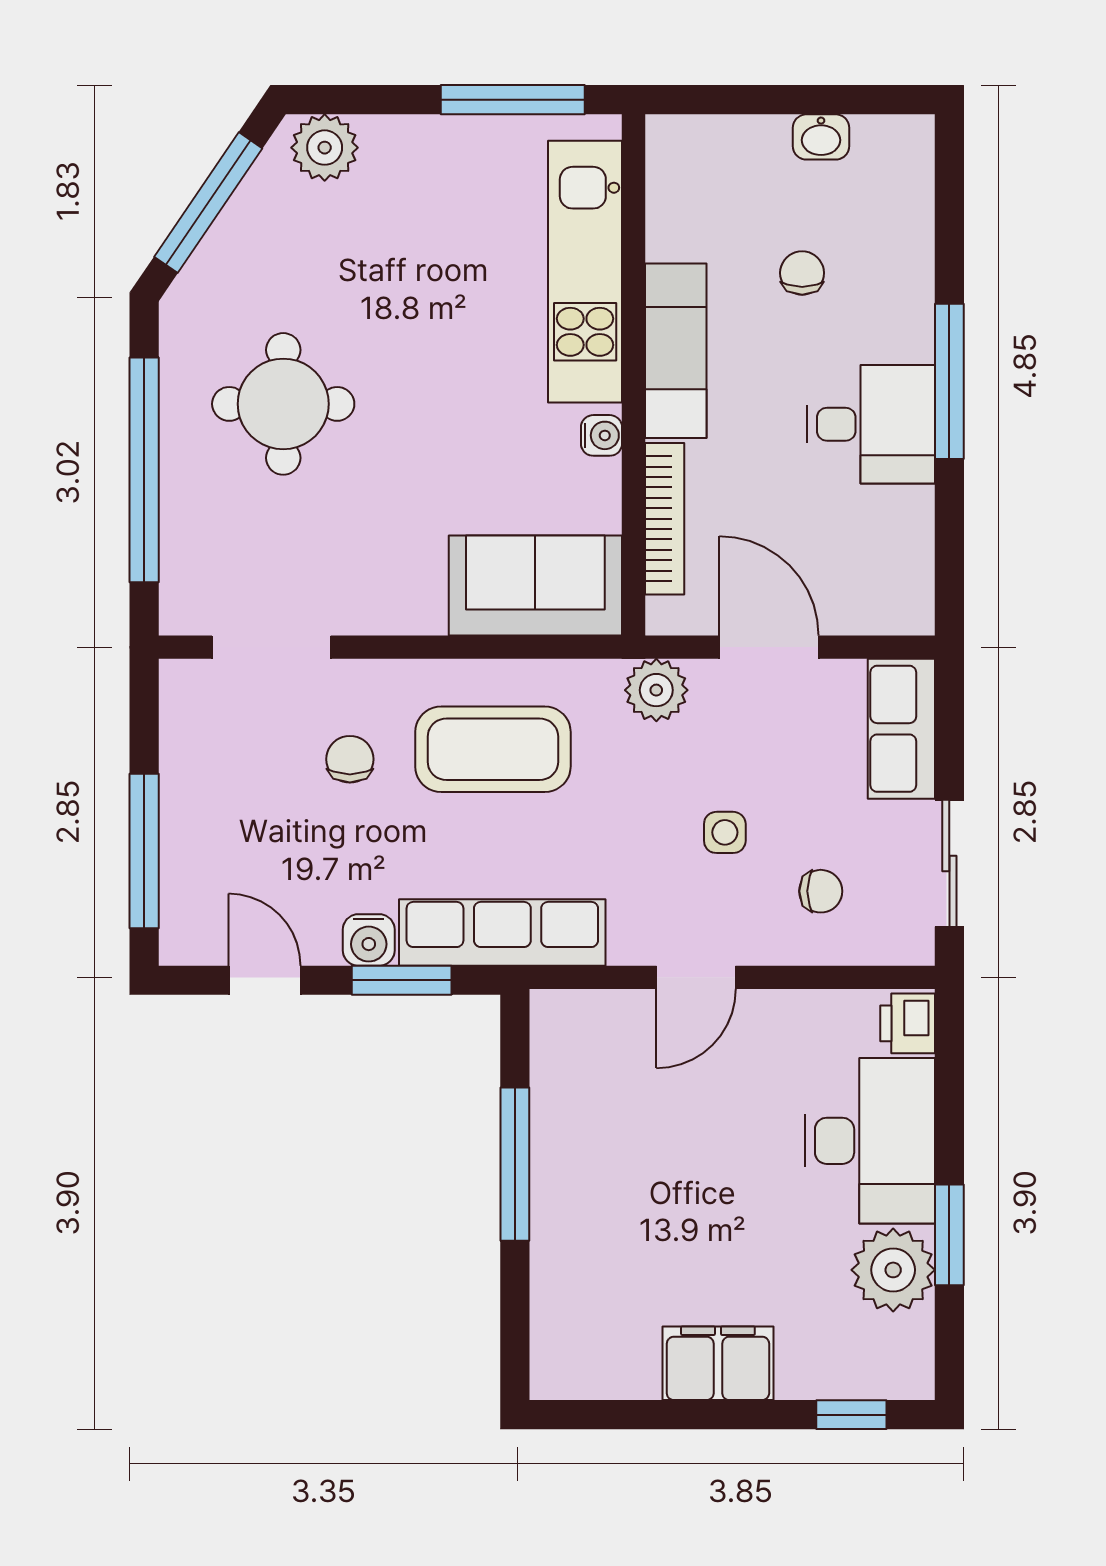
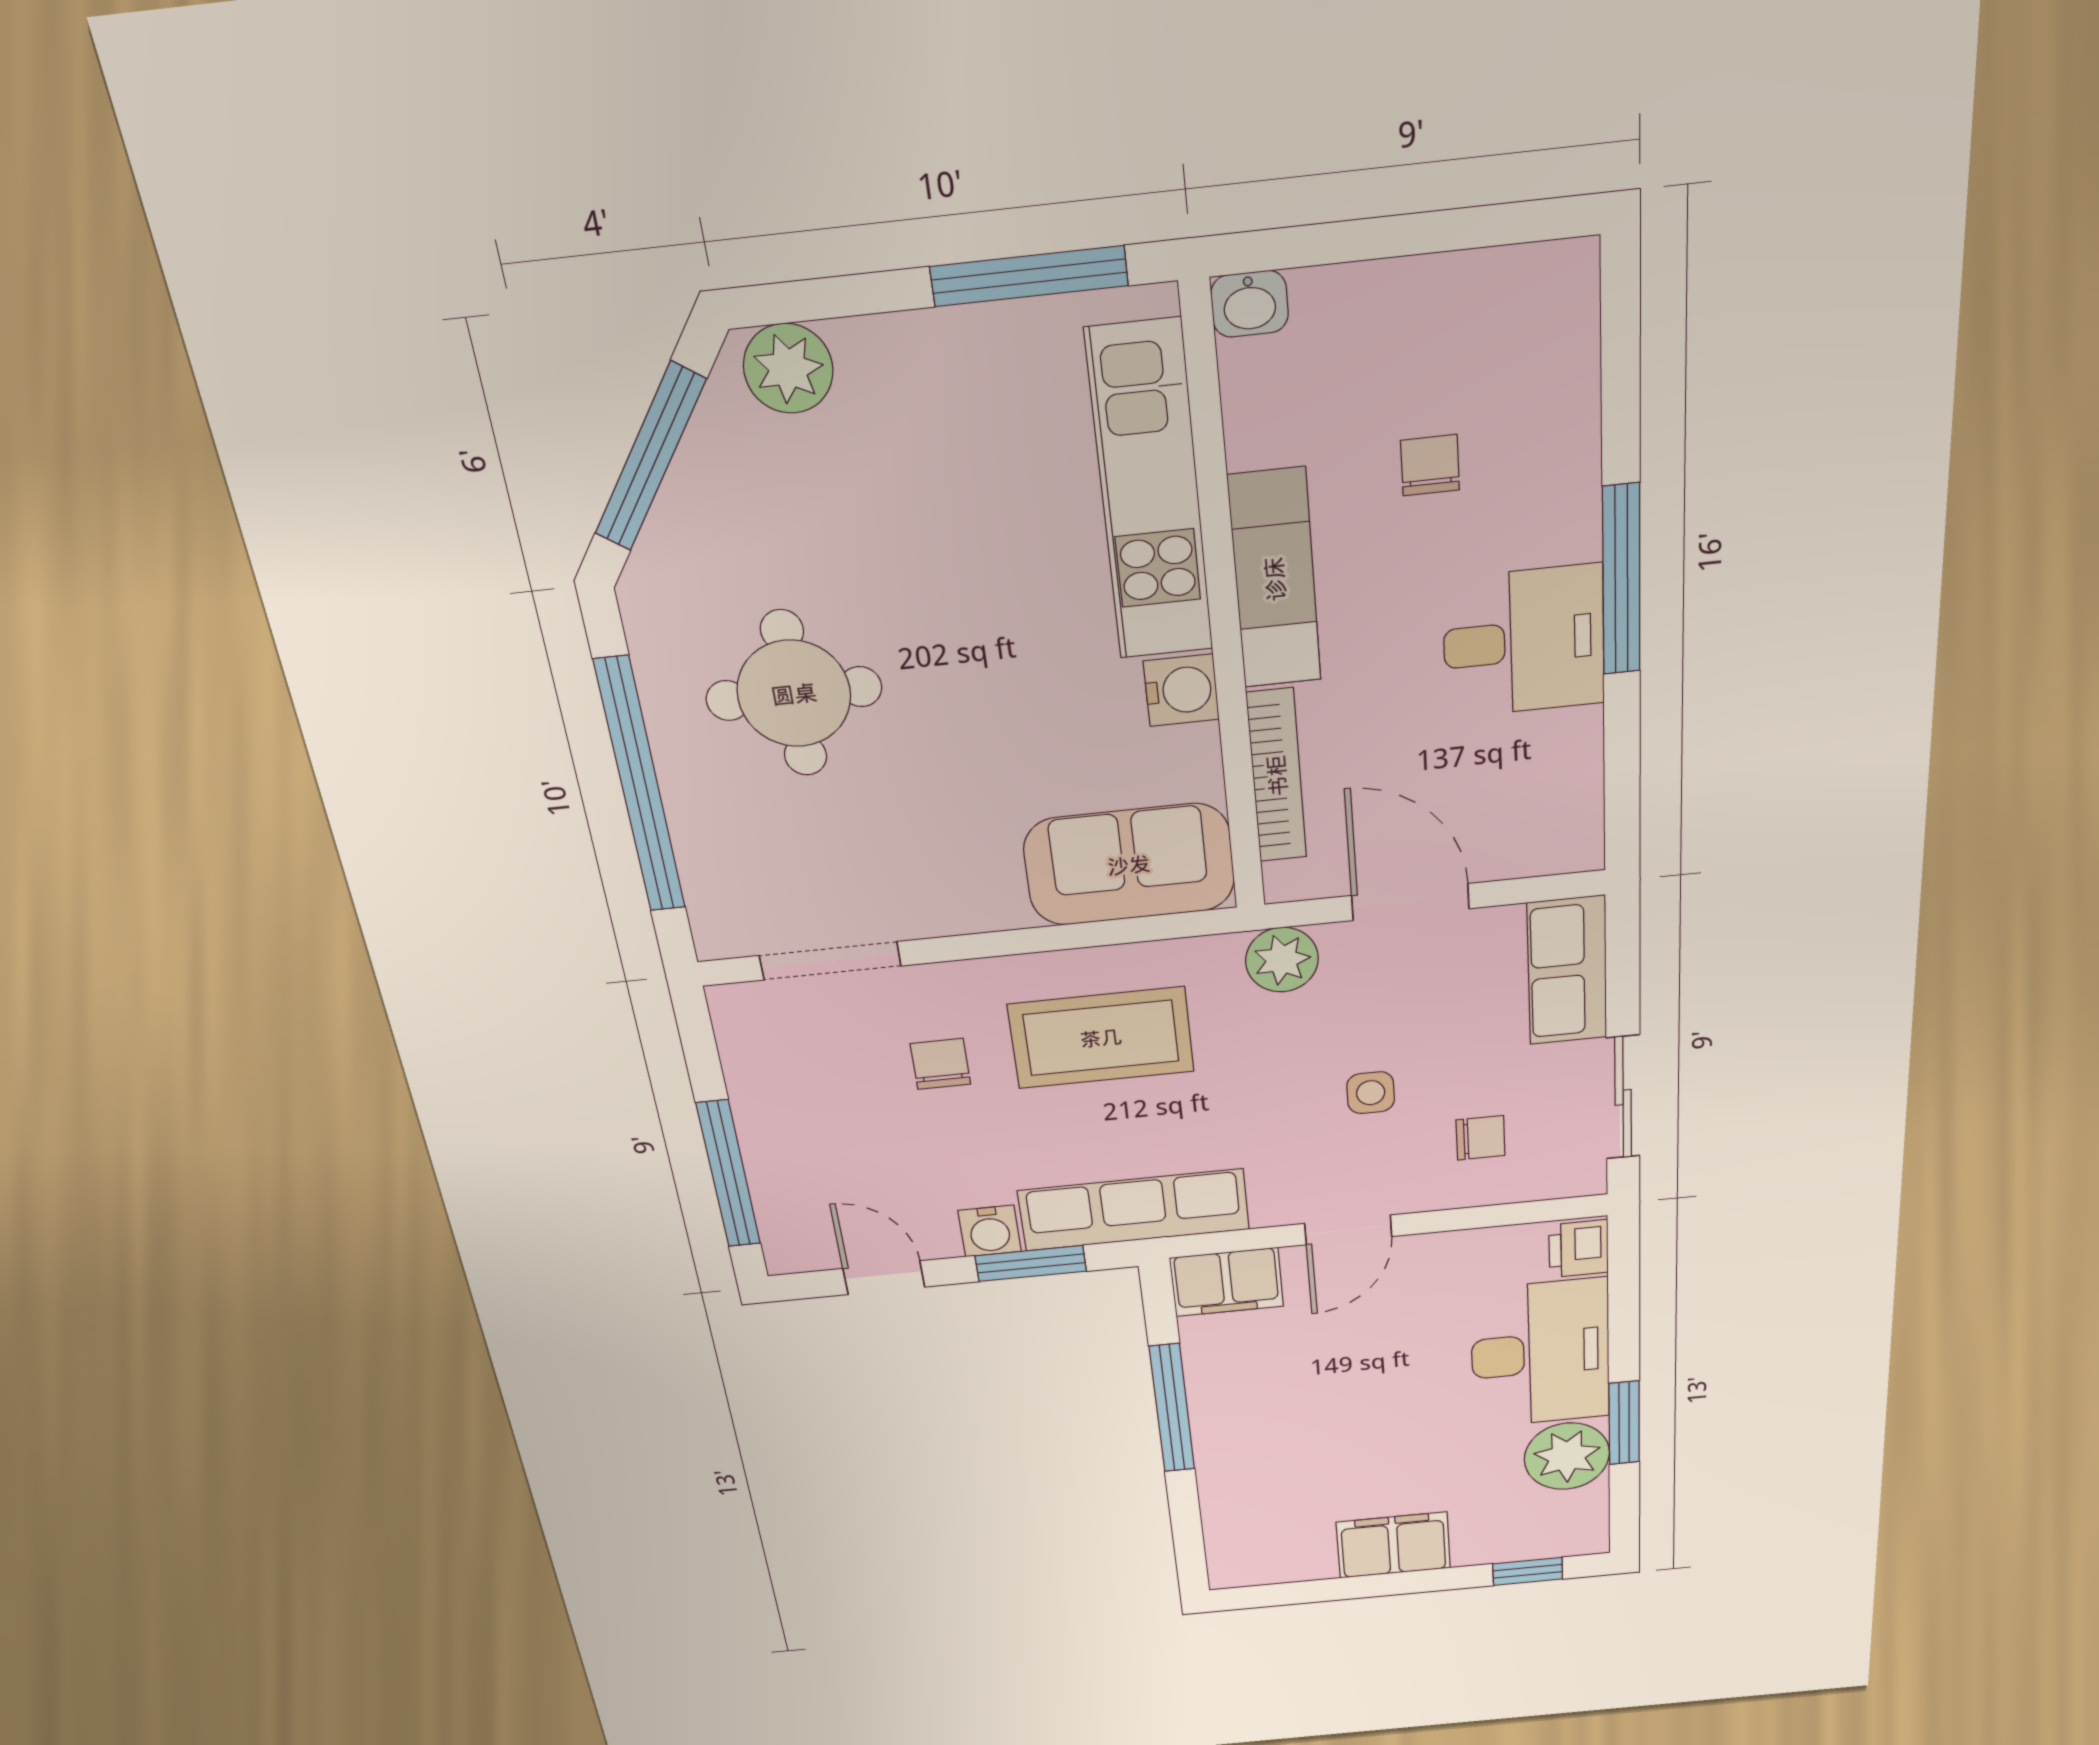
washbasin: (821, 137) -> (1250, 304), moved
water cooler: (602, 435) -> (1181, 690), width x1.38, depth x1.38
filing cabinet: (580, 1023) -> (1227, 1282), added

